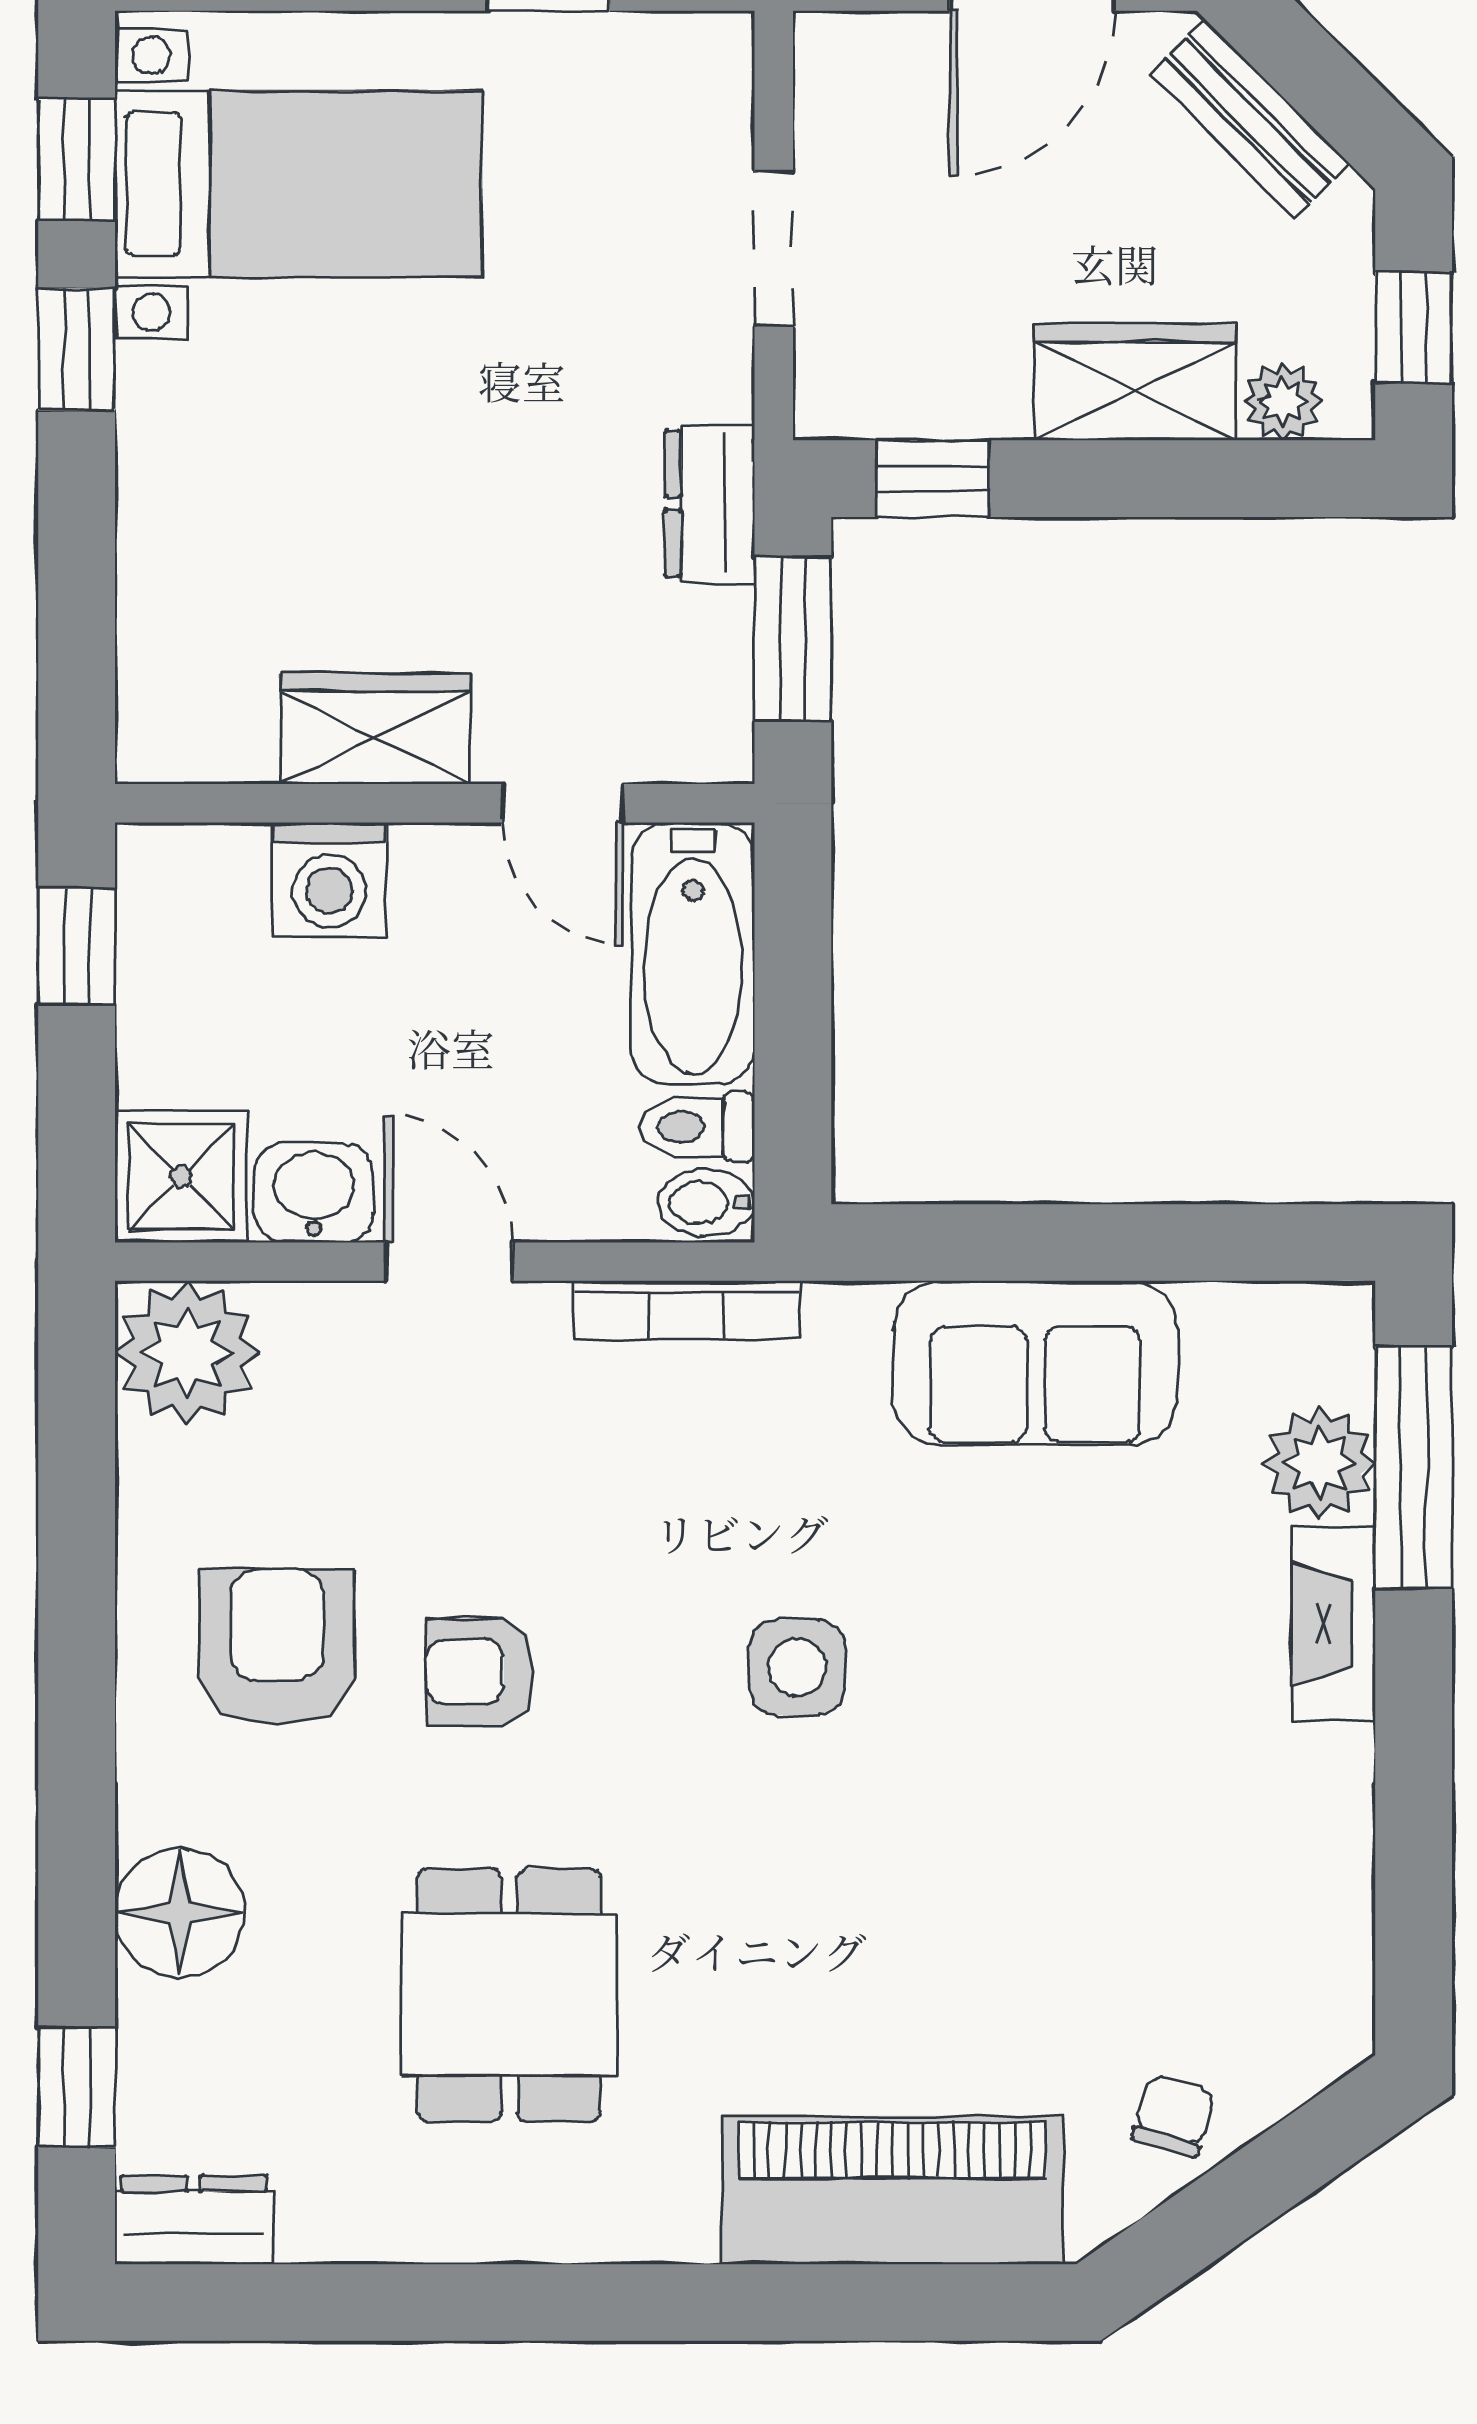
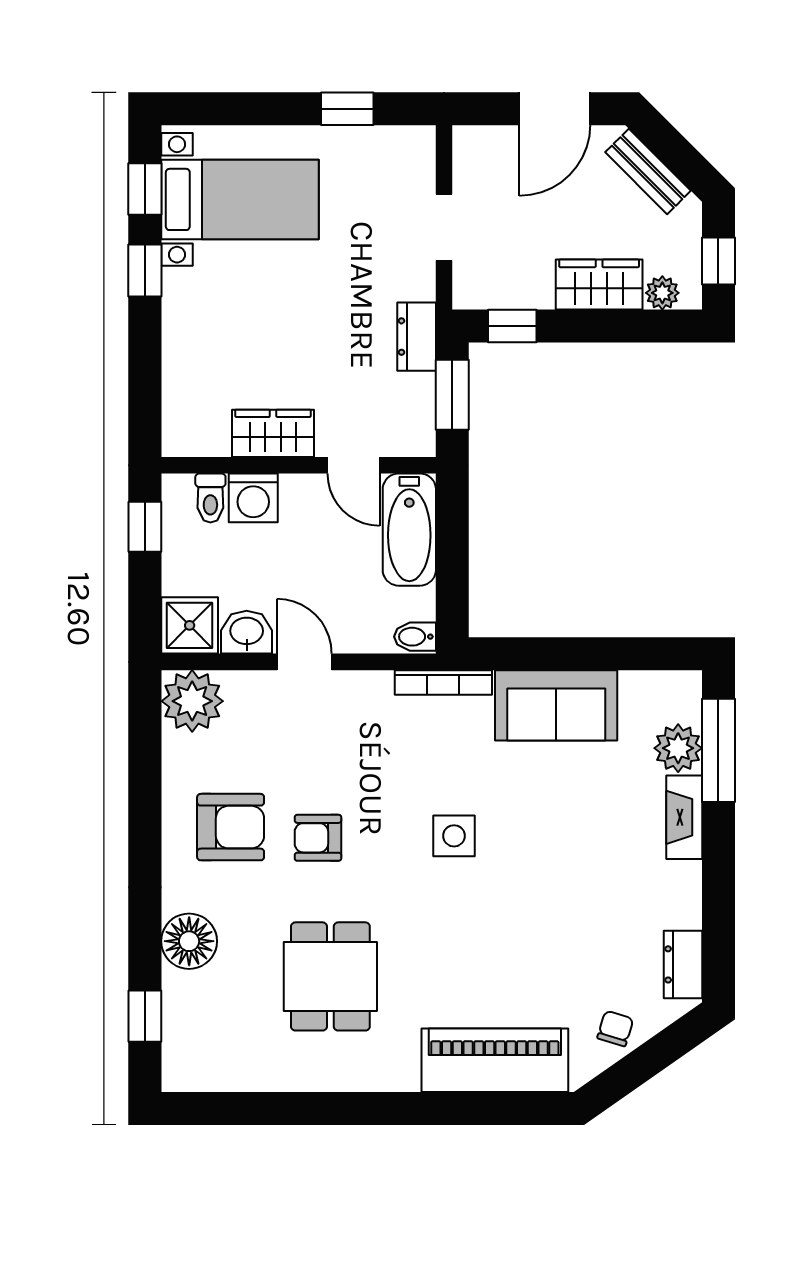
toilet: (697, 1127) -> (210, 498), moved, turned -90
bookcase: (687, 1310) -> (443, 682), moved
armchair: (277, 1647) -> (231, 827), turned 90
dresser: (194, 2220) -> (683, 964), moved, turned -90

